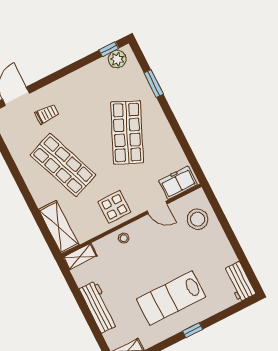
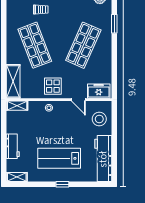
workbench: (239, 282) -> (103, 159), width x1.88, depth x1.32
workbench: (99, 307) -> (13, 146), width x0.73

